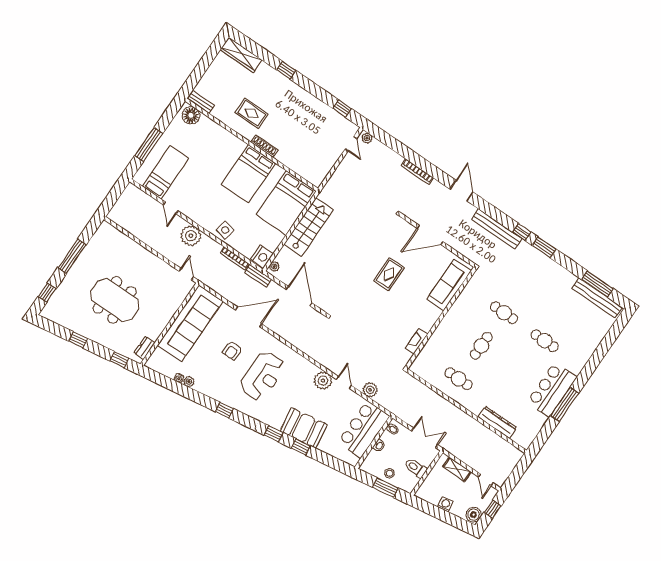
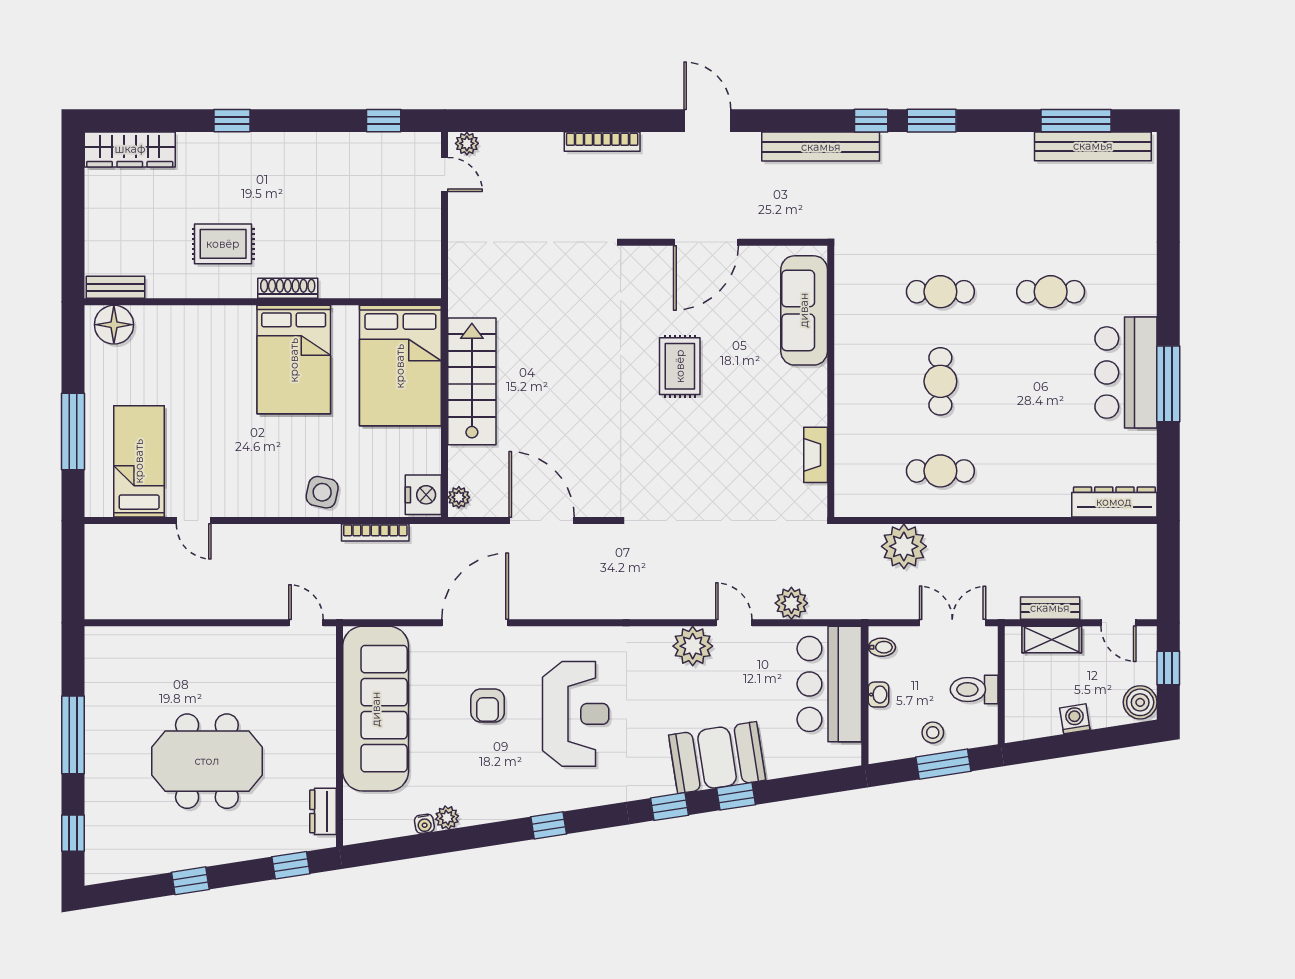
plant: (191, 236) -> (904, 546), moved
bench: (258, 276) -> (1050, 608), moved
dresser: (497, 422) -> (1114, 502), moved

